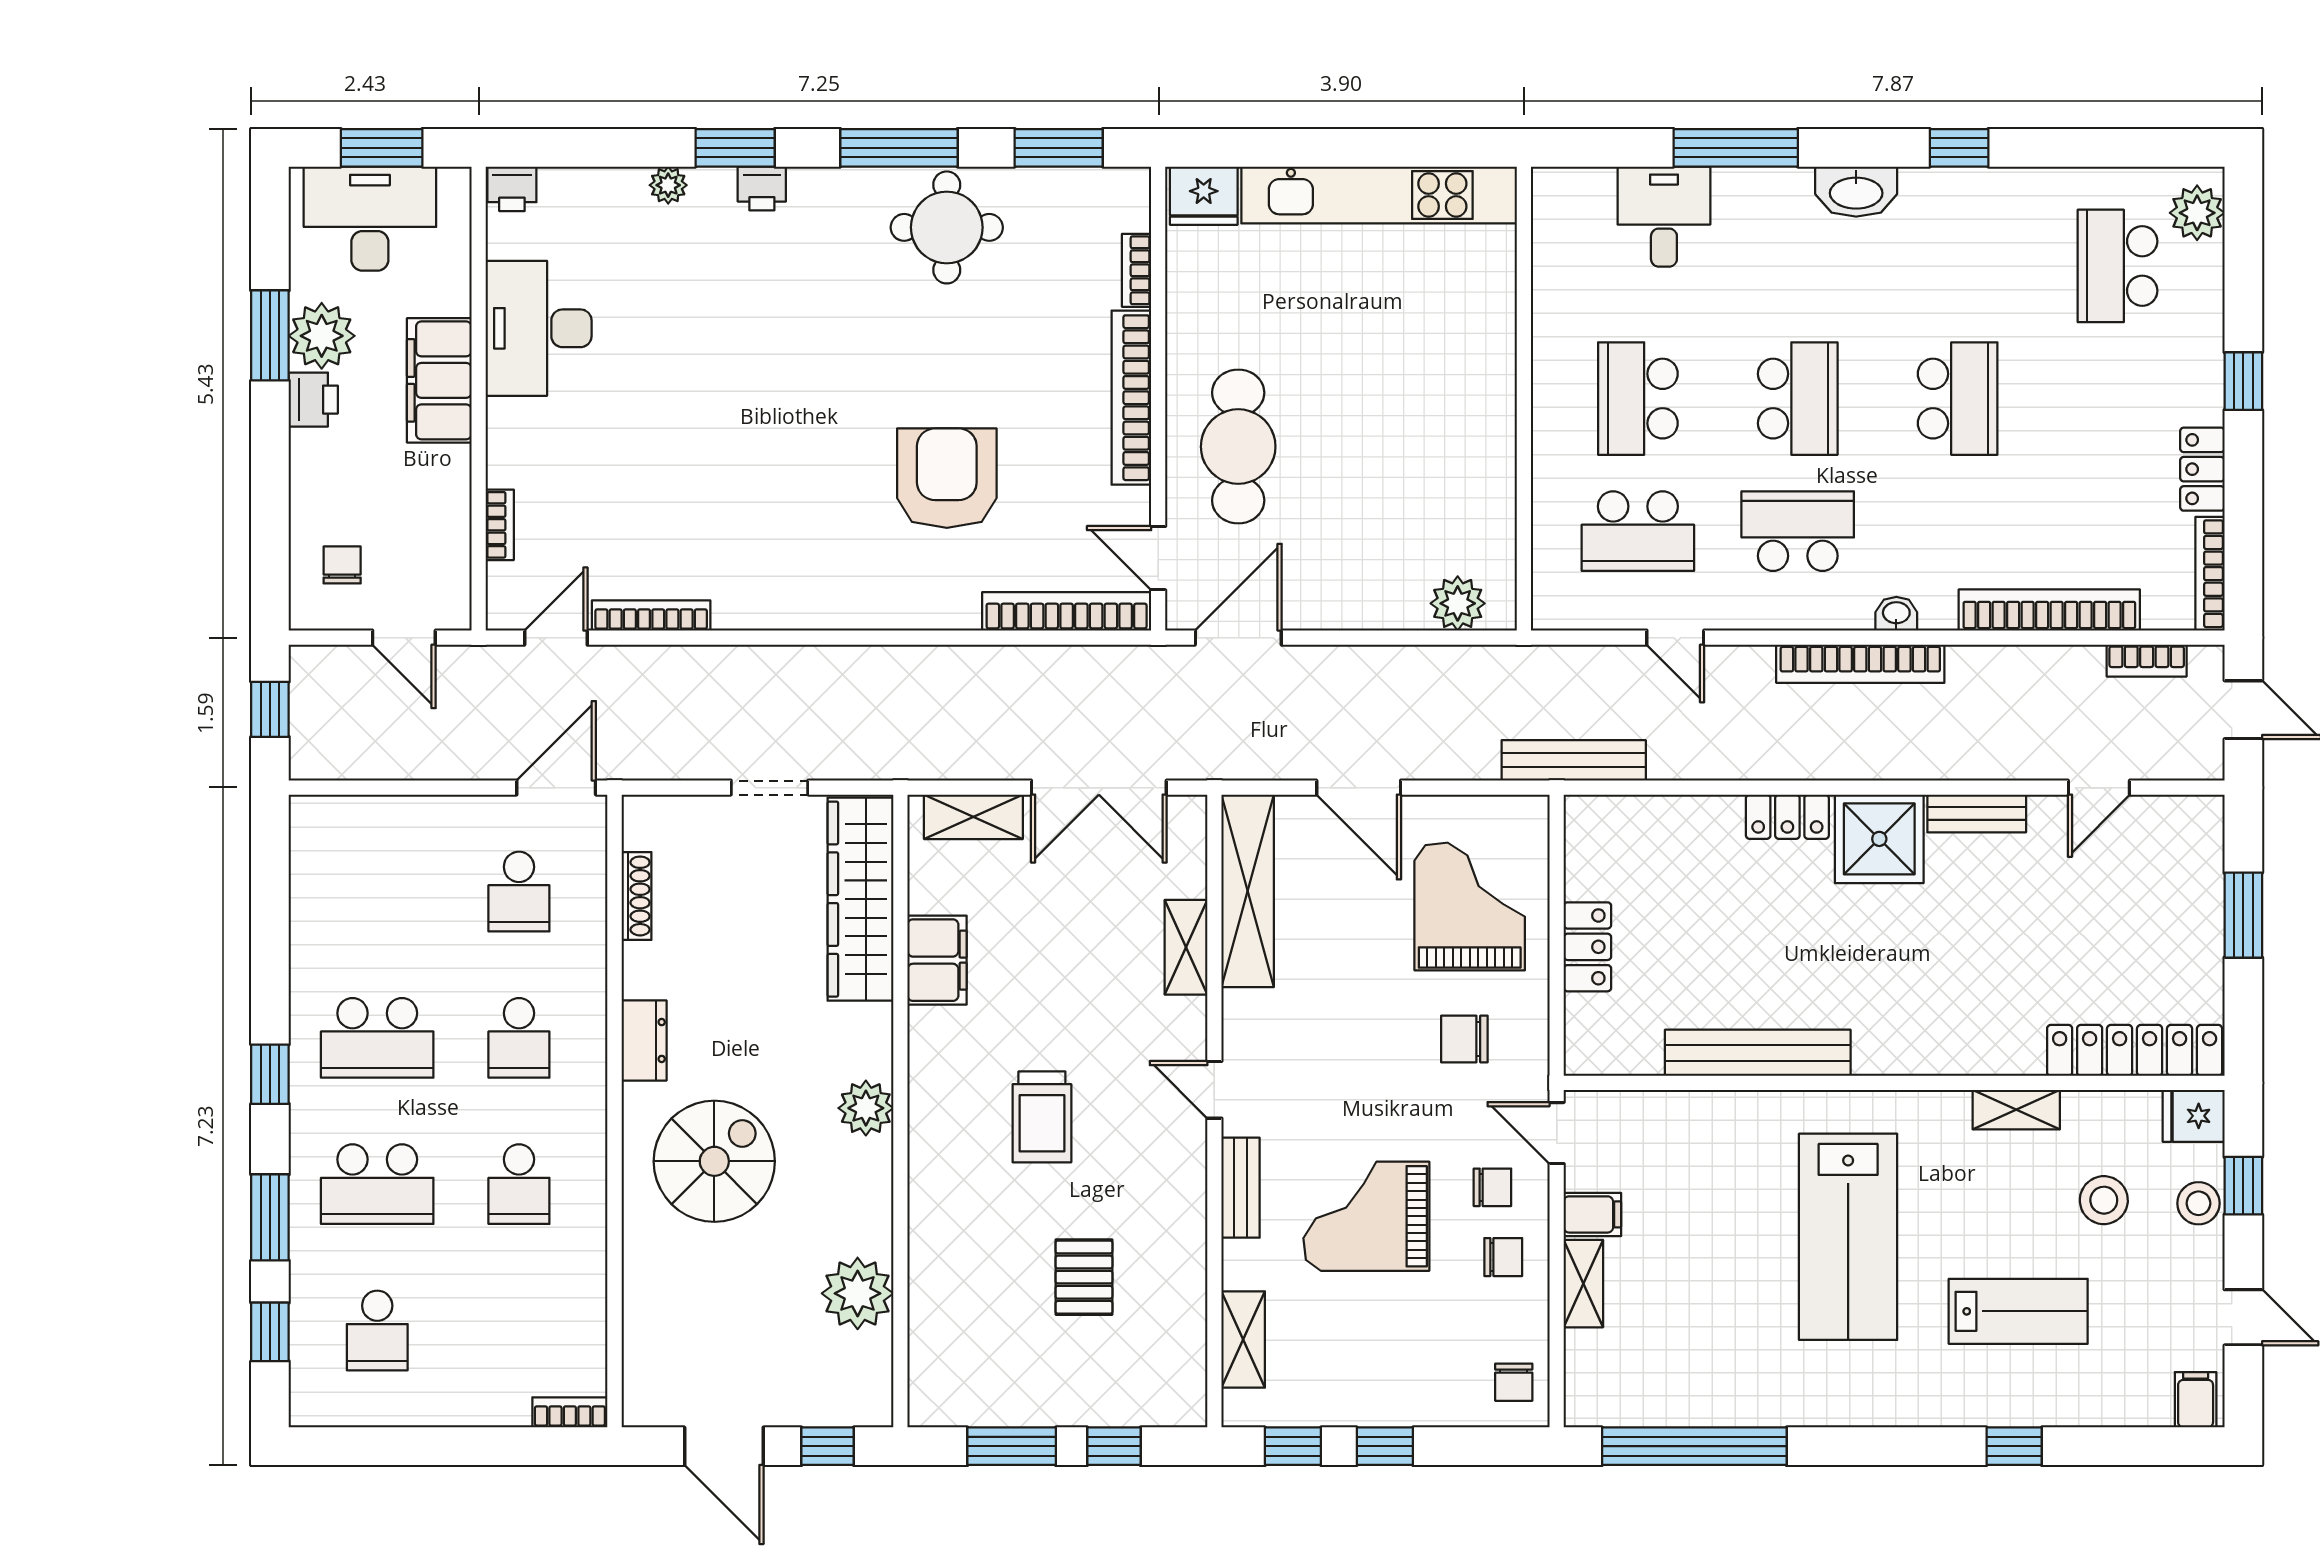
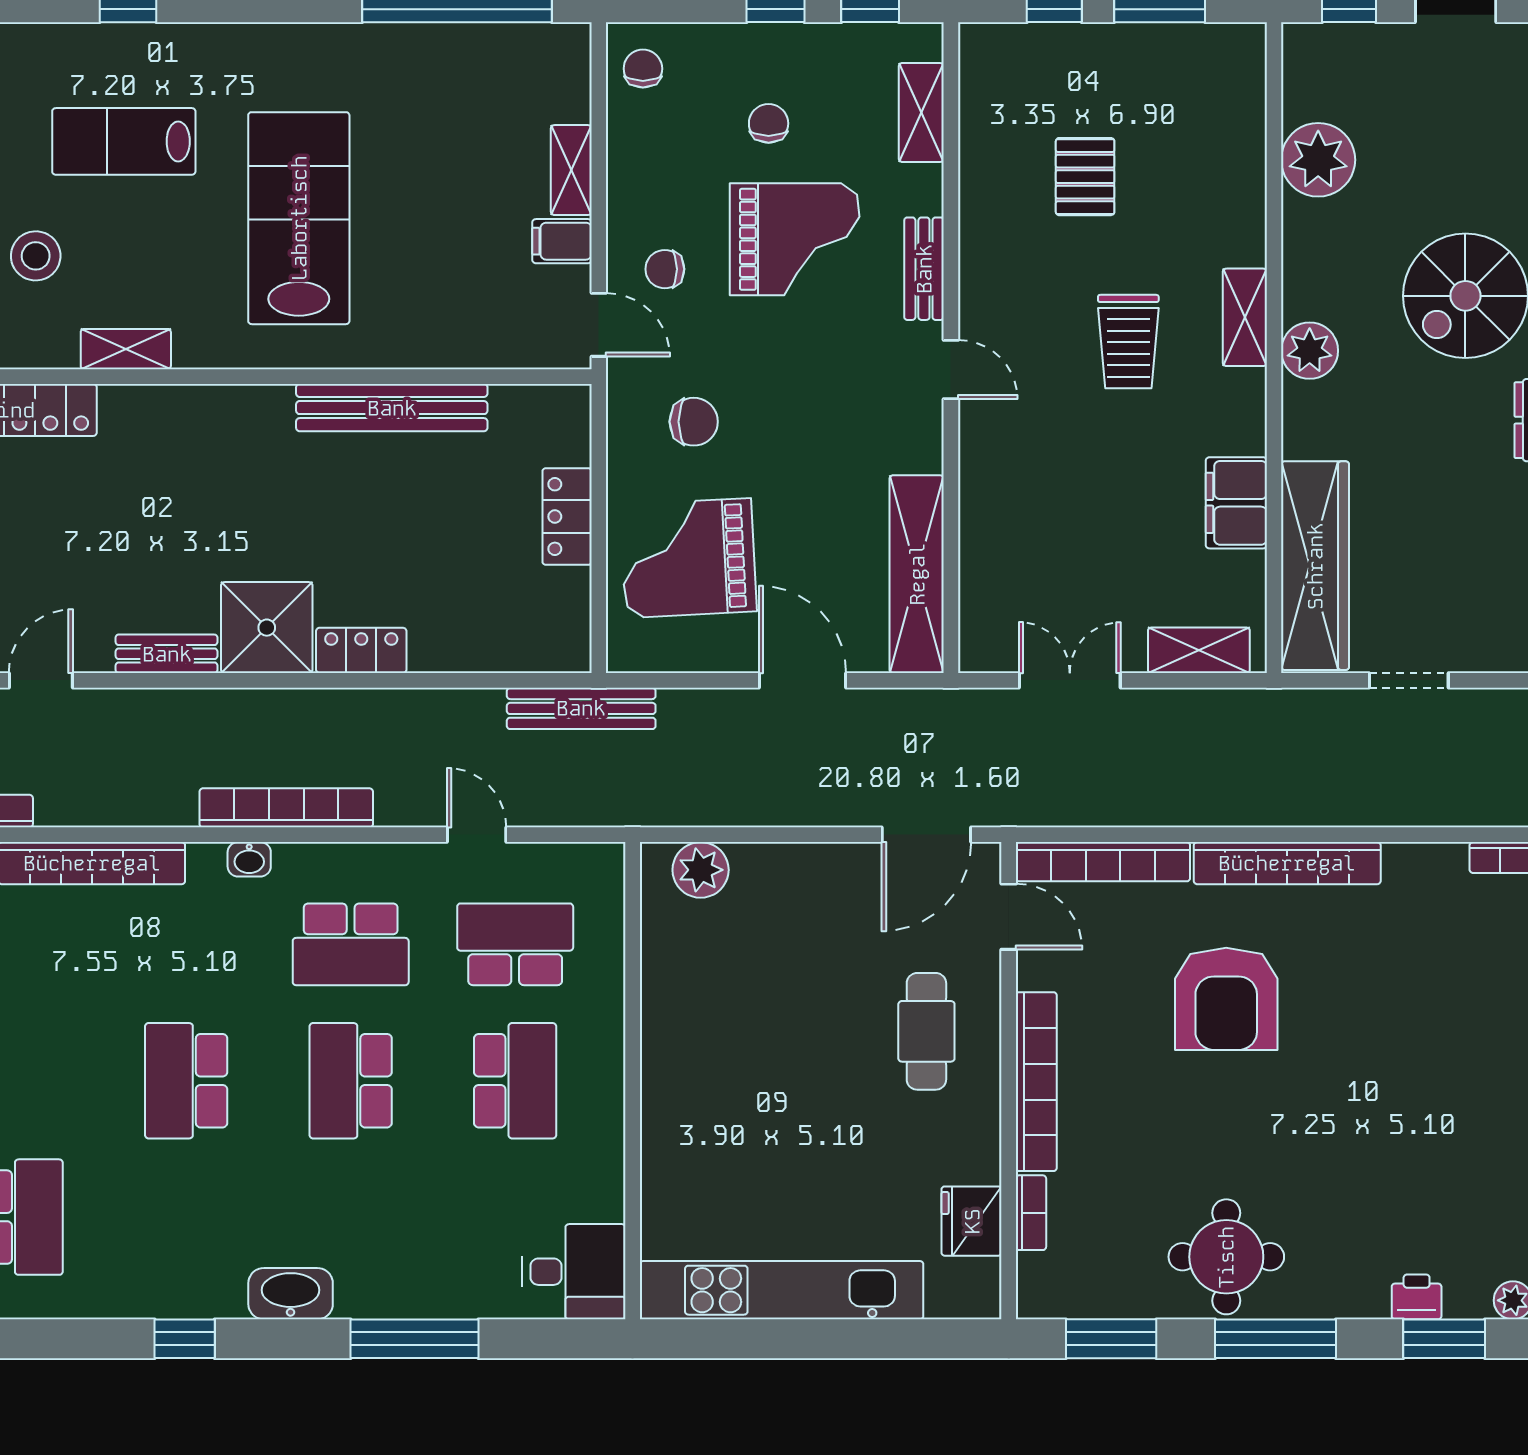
fridge: (1204, 196) -> (972, 1221), moved, turned -90
desk: (1664, 217) -> (574, 1272), moved, turned -90
cafe table: (1238, 447) -> (926, 1031), width x0.73, depth x0.74
bookcase: (888, 610) -> (1287, 863), added
double door: (1099, 788) -> (1070, 680), width x0.73
grand piano: (1470, 906) -> (688, 558), turned 87
shelving: (1186, 947) -> (1245, 317), moved
trolley: (1042, 1117) -> (1128, 342), turned 180
chair: (1503, 1257) -> (769, 123), moved, turned 90

